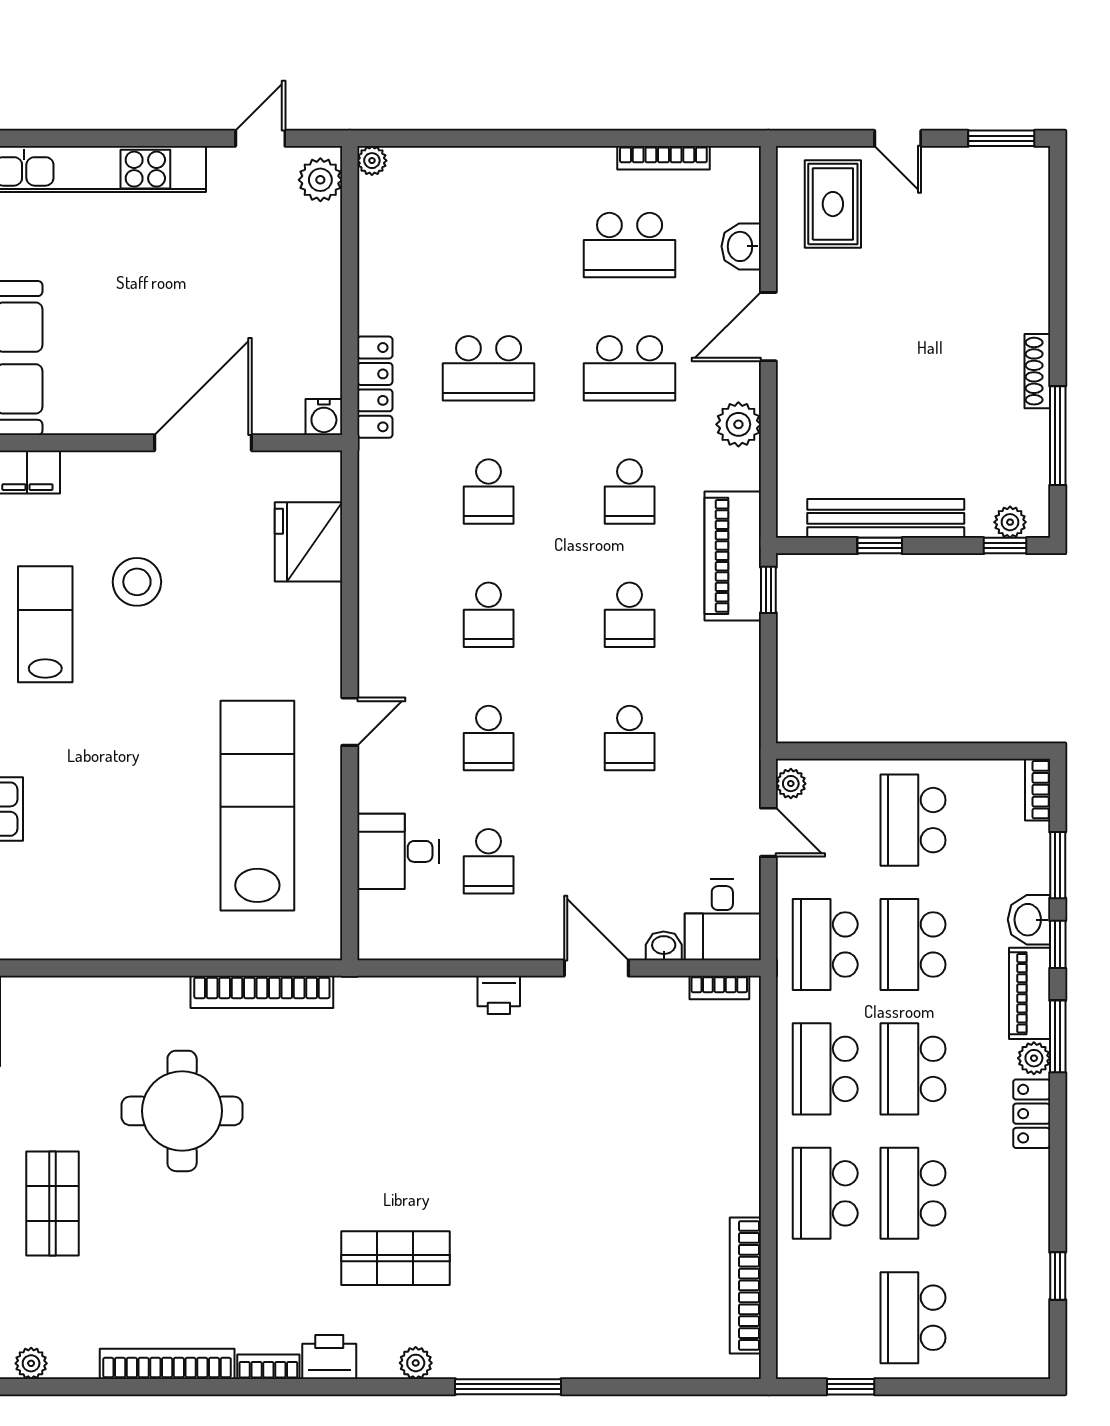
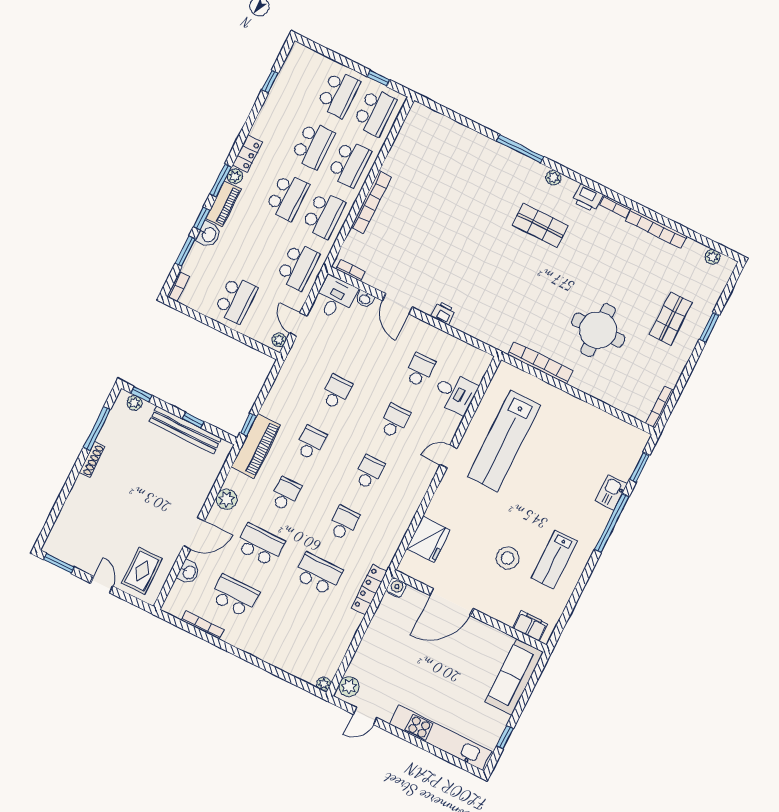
school desk: (913, 945) -> (375, 112), moved
bookcase: (745, 1285) -> (371, 202), moved

